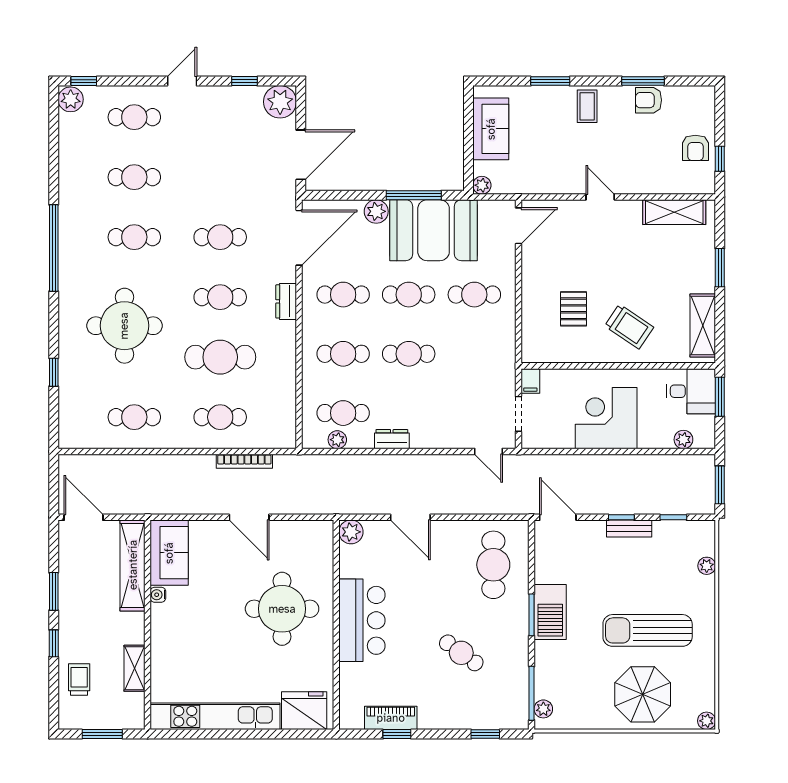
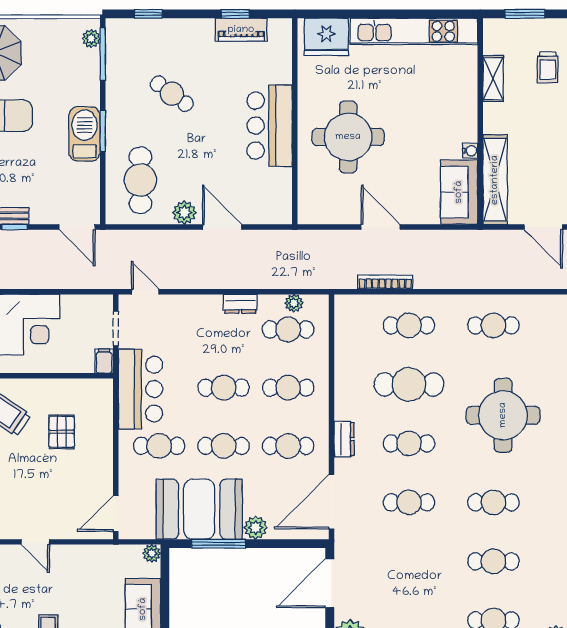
bar counter: (493, 352) -> (140, 389), added
plant: (351, 532) -> (184, 213), moved

